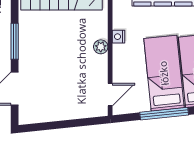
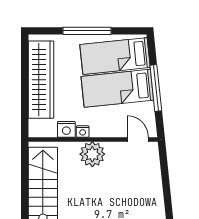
nightstand: (121, 19) -> (66, 129), added
plant: (101, 47) -> (92, 154), width x1.88, depth x1.88

